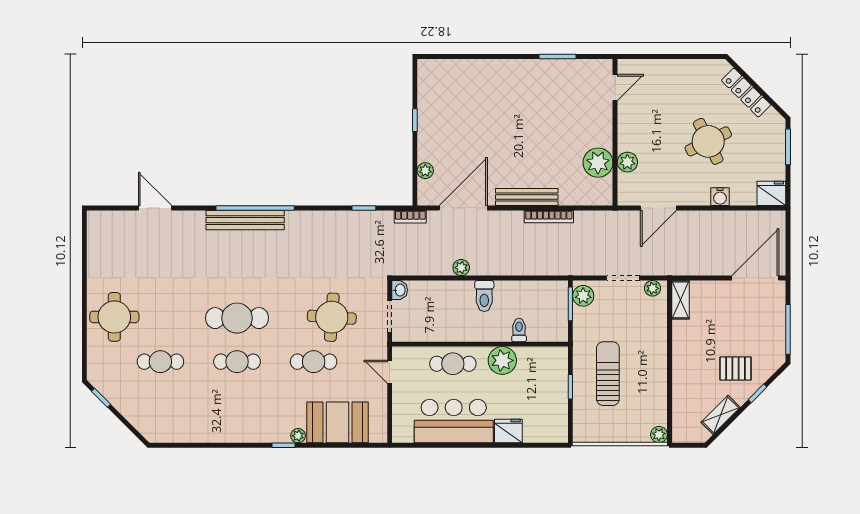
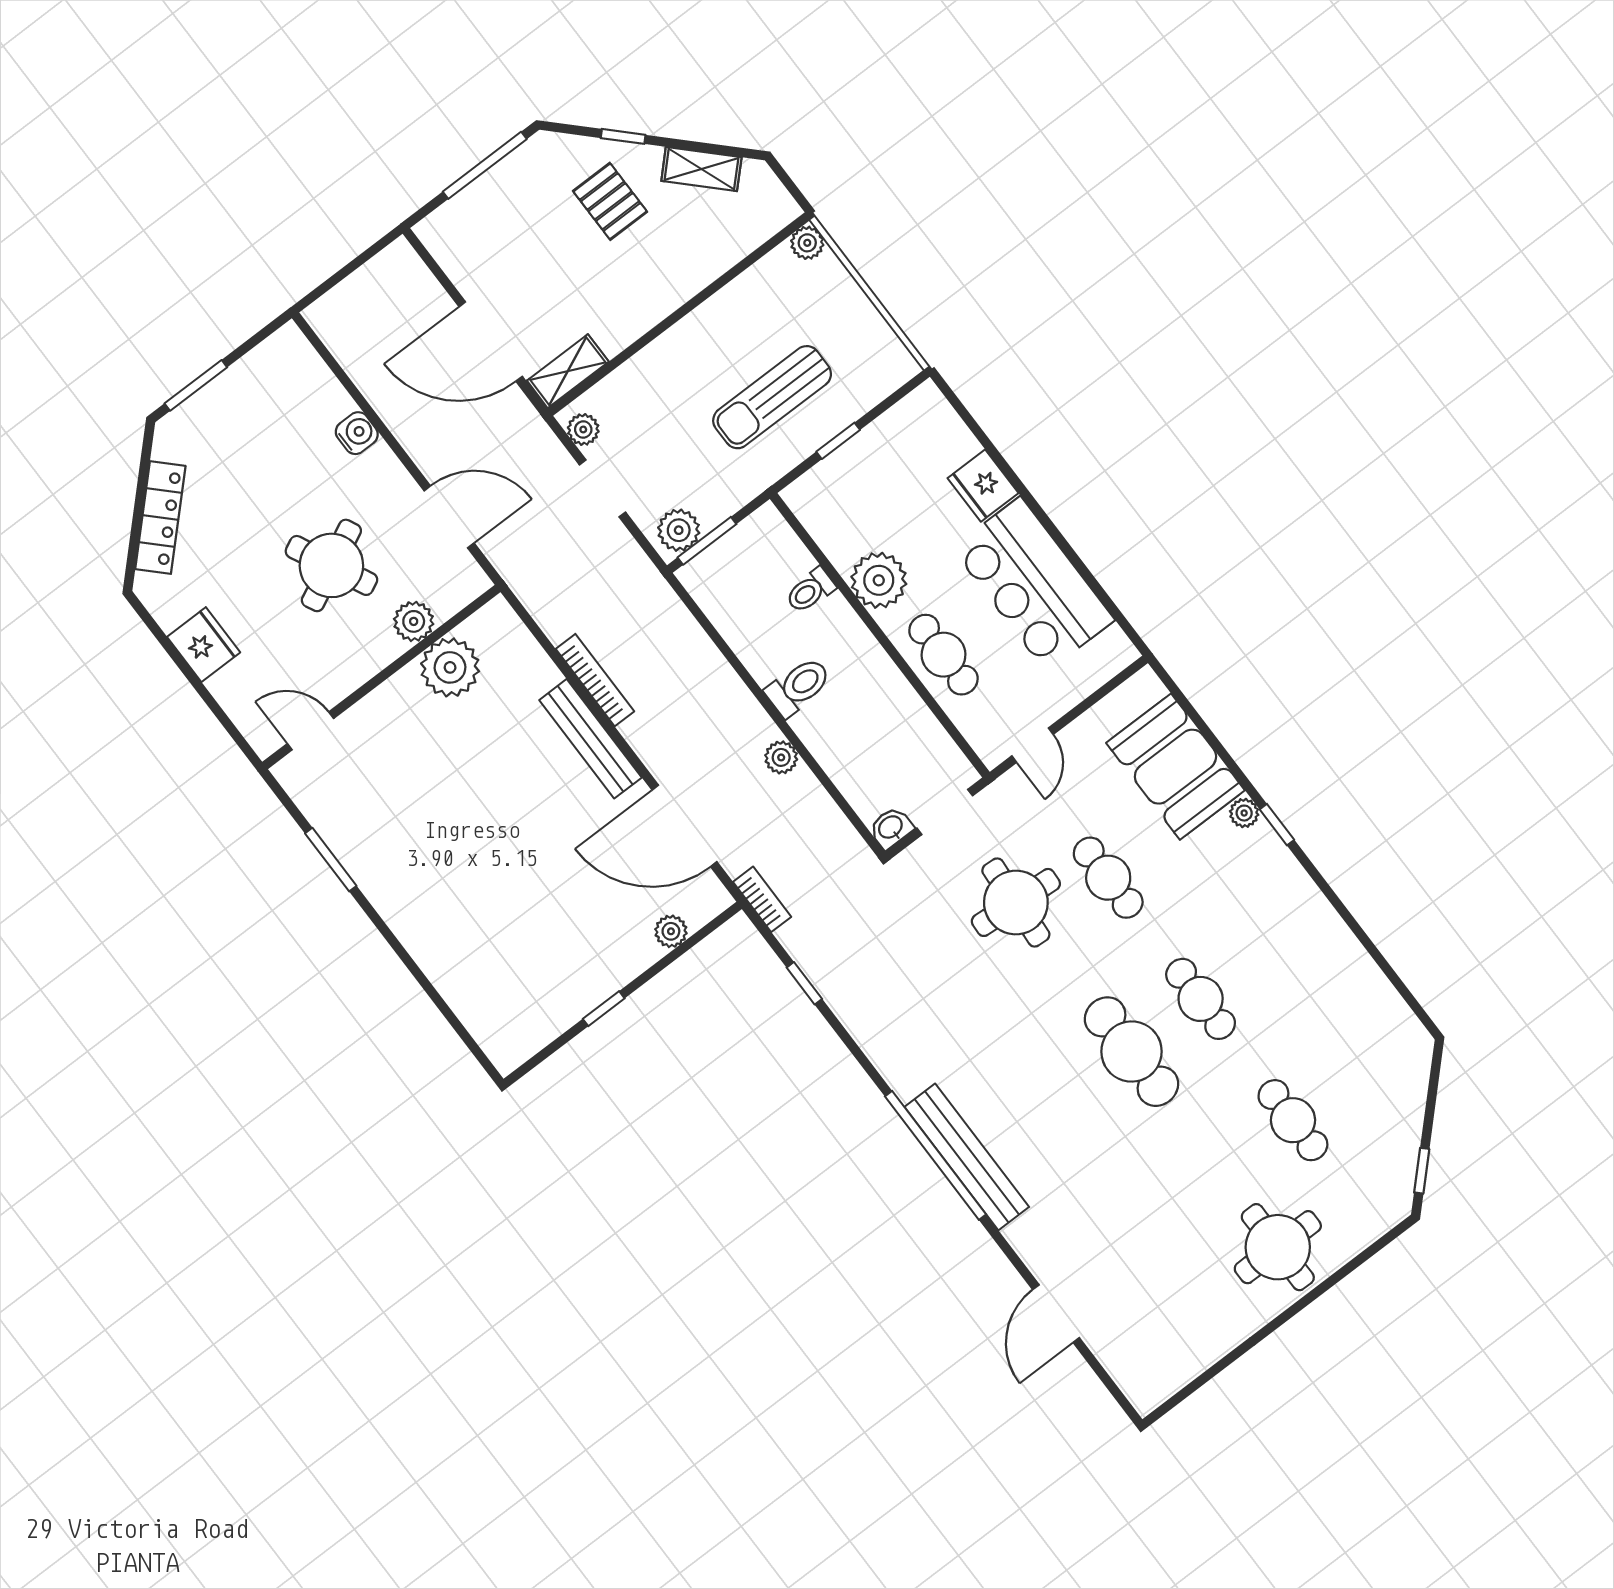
round table: (708, 141) -> (331, 565), moved
fridge: (771, 193) -> (204, 645), moved, turned 180
door: (755, 278) -> (491, 342), moved

